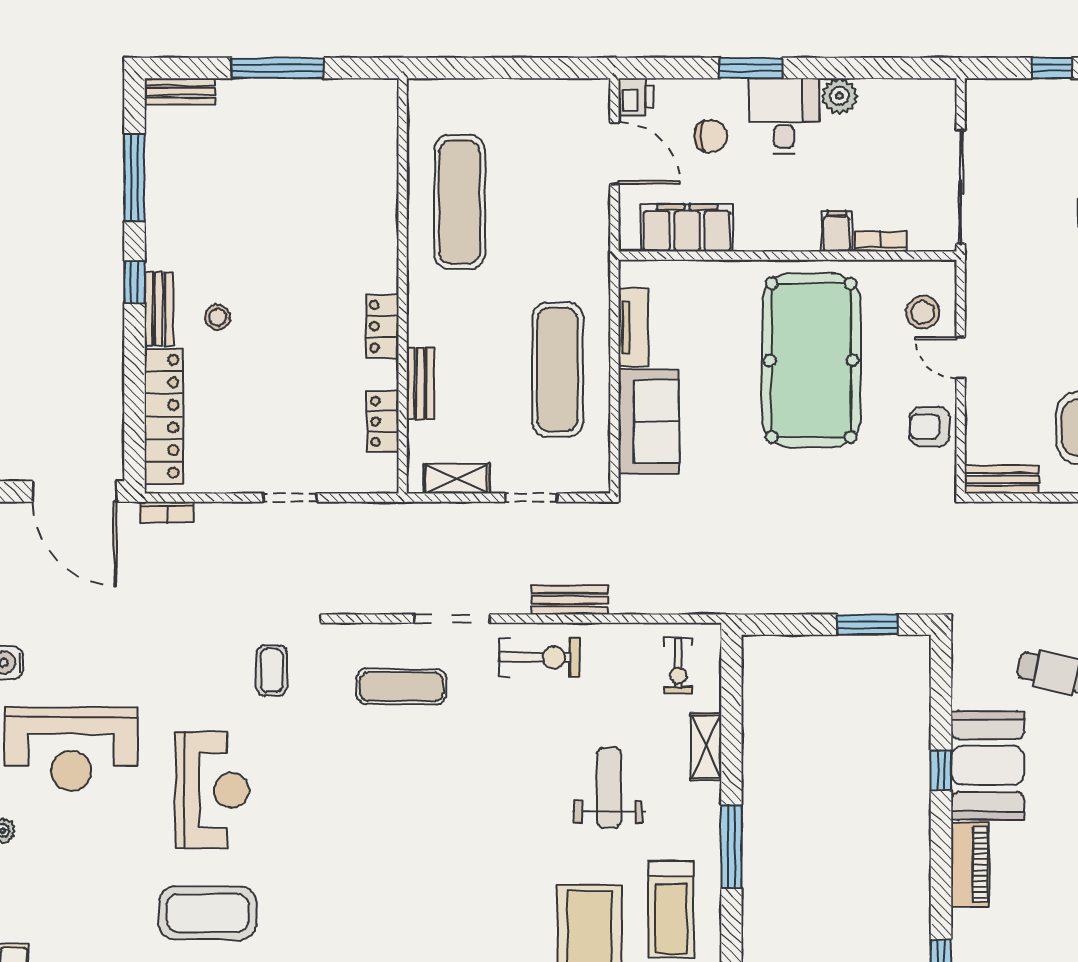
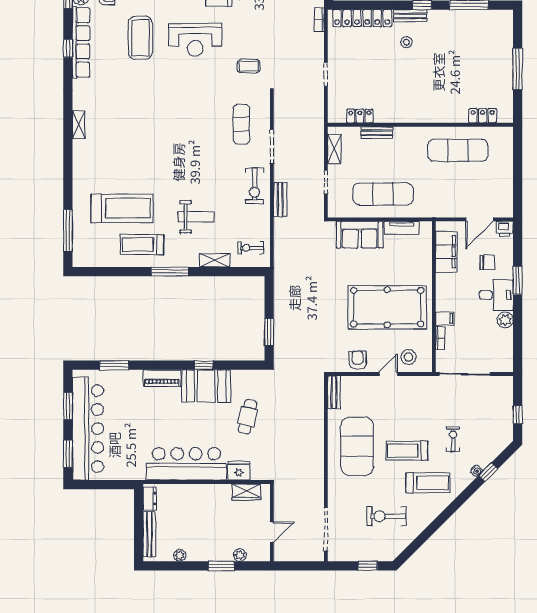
bench: (180, 92) -> (507, 25), removed
chair: (711, 136) -> (487, 262), turned -89
locker: (382, 326) -> (483, 116), moved

